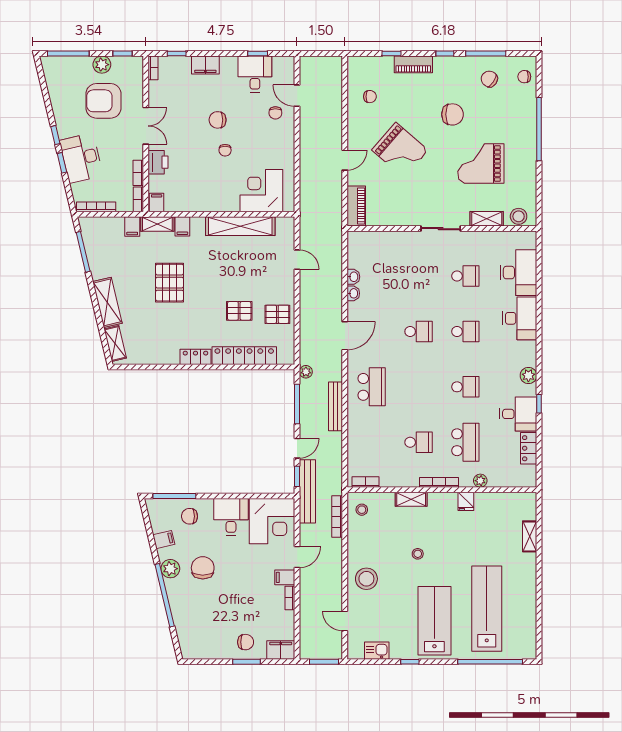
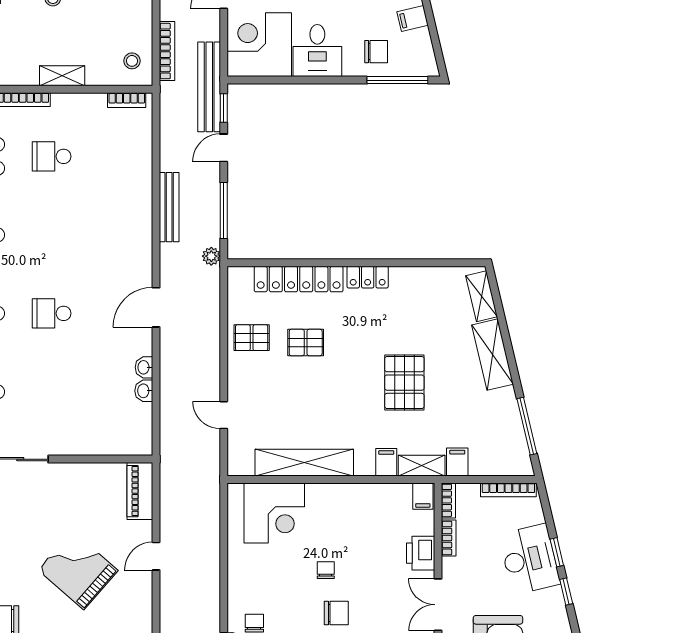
school desk: (372, 387) -> (118, 235), removed

